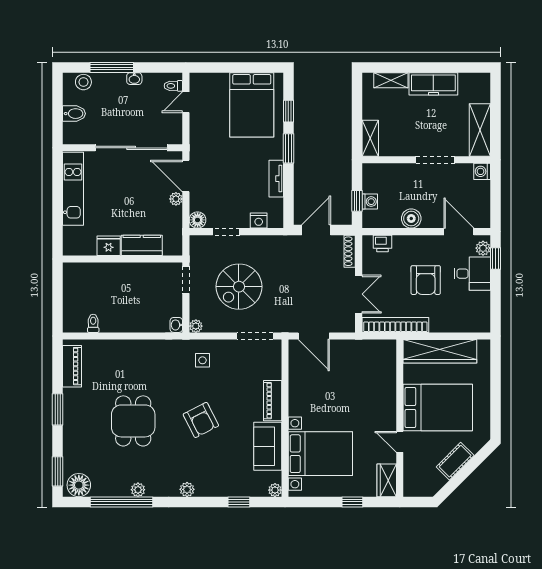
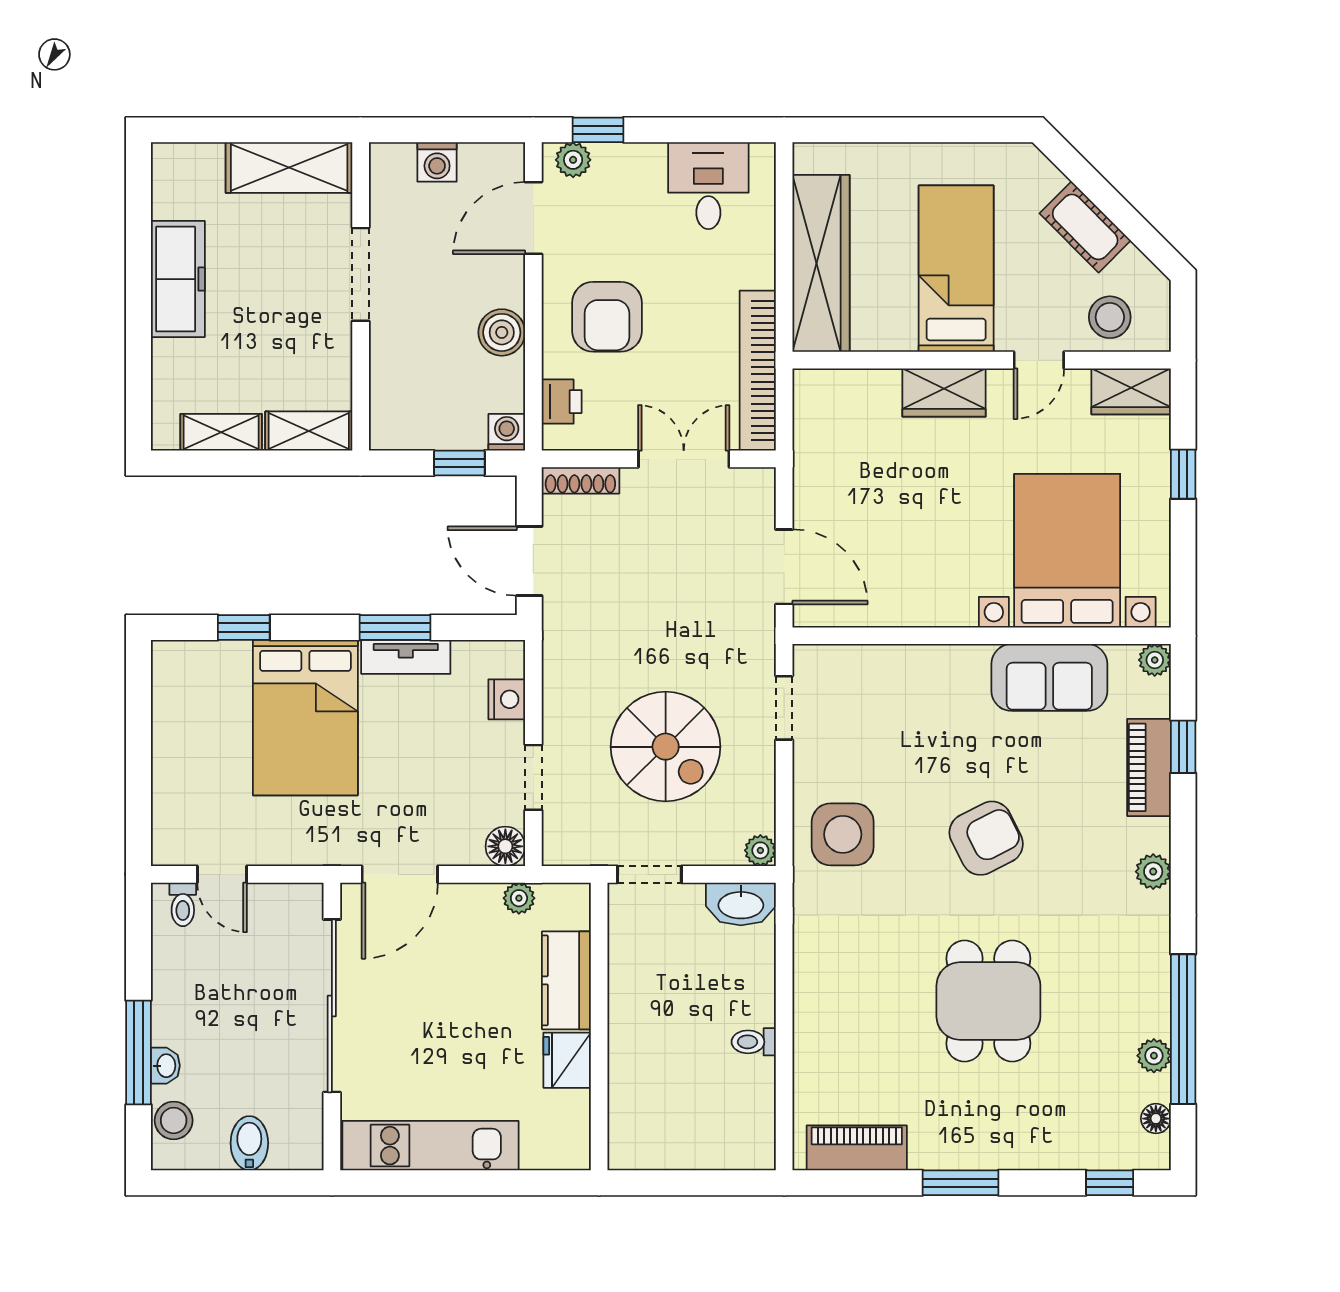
washbasin: (134, 79) -> (165, 1066), moved
shelving: (391, 80) -> (221, 432), moved, turned 90
bed: (252, 105) -> (305, 718), moved, turned 90
window: (288, 148) -> (395, 628), moved
washing machine: (482, 171) -> (437, 162), moved
plant: (176, 199) -> (519, 898), moved
washing machine: (370, 202) -> (507, 432), moved
desk: (472, 274) -> (708, 186), moved
armchair: (426, 280) -> (607, 317), moved, turned 90
toilet: (93, 323) -> (754, 1042), moved
washbasin: (176, 325) -> (741, 904), width x1.91, depth x1.45
doorway: (255, 336) -> (784, 708), width x0.73
door: (314, 336) -> (784, 567), hinge flipped
side table: (202, 360) -> (843, 834), width x1.87, depth x1.87
piano: (273, 401) -> (1149, 767), moved, turned 90
wardrobe: (386, 402) -> (944, 393), added
bed: (438, 408) -> (956, 269), width x0.67
dining table: (133, 421) -> (988, 1001), turned 90
window: (58, 471) -> (1110, 1183), width x0.67
stool: (418, 471) -> (1110, 317), added
floor lamp: (79, 485) -> (1156, 1119), width x0.53, depth x0.53
plant: (138, 490) -> (1154, 1056), moved

